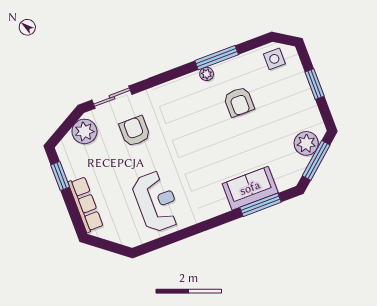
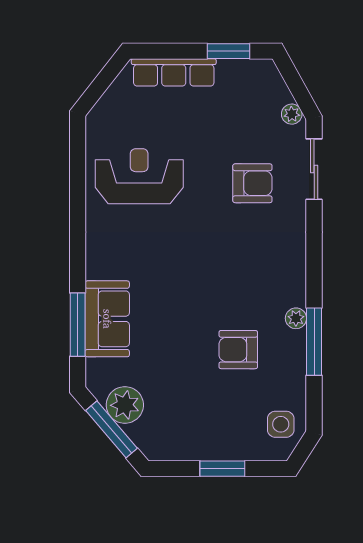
plant: (84, 131) -> (292, 114), width x0.53, depth x0.53
plant: (306, 143) -> (125, 405), moved
reception desk: (156, 202) -> (139, 176), turned 180

